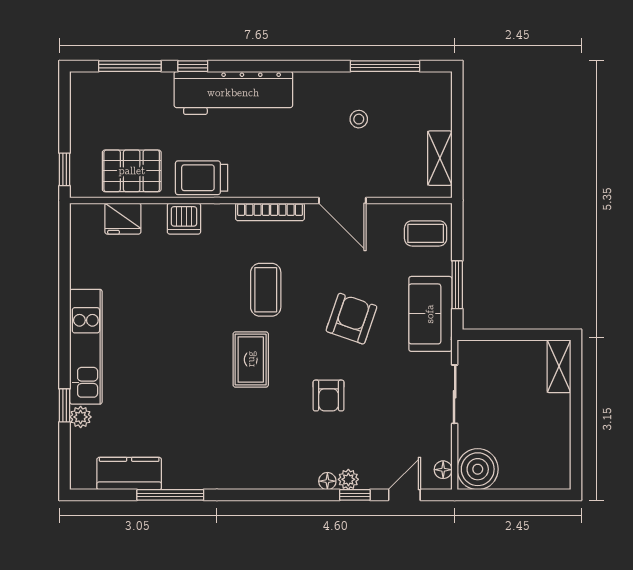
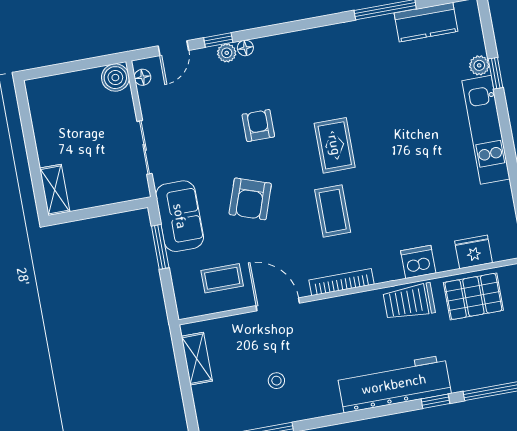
trolley: (202, 178) -> (409, 302), turned 180
coffee table: (426, 233) -> (222, 278), moved
boiler: (478, 469) -> (115, 78), width x0.73, depth x0.73

